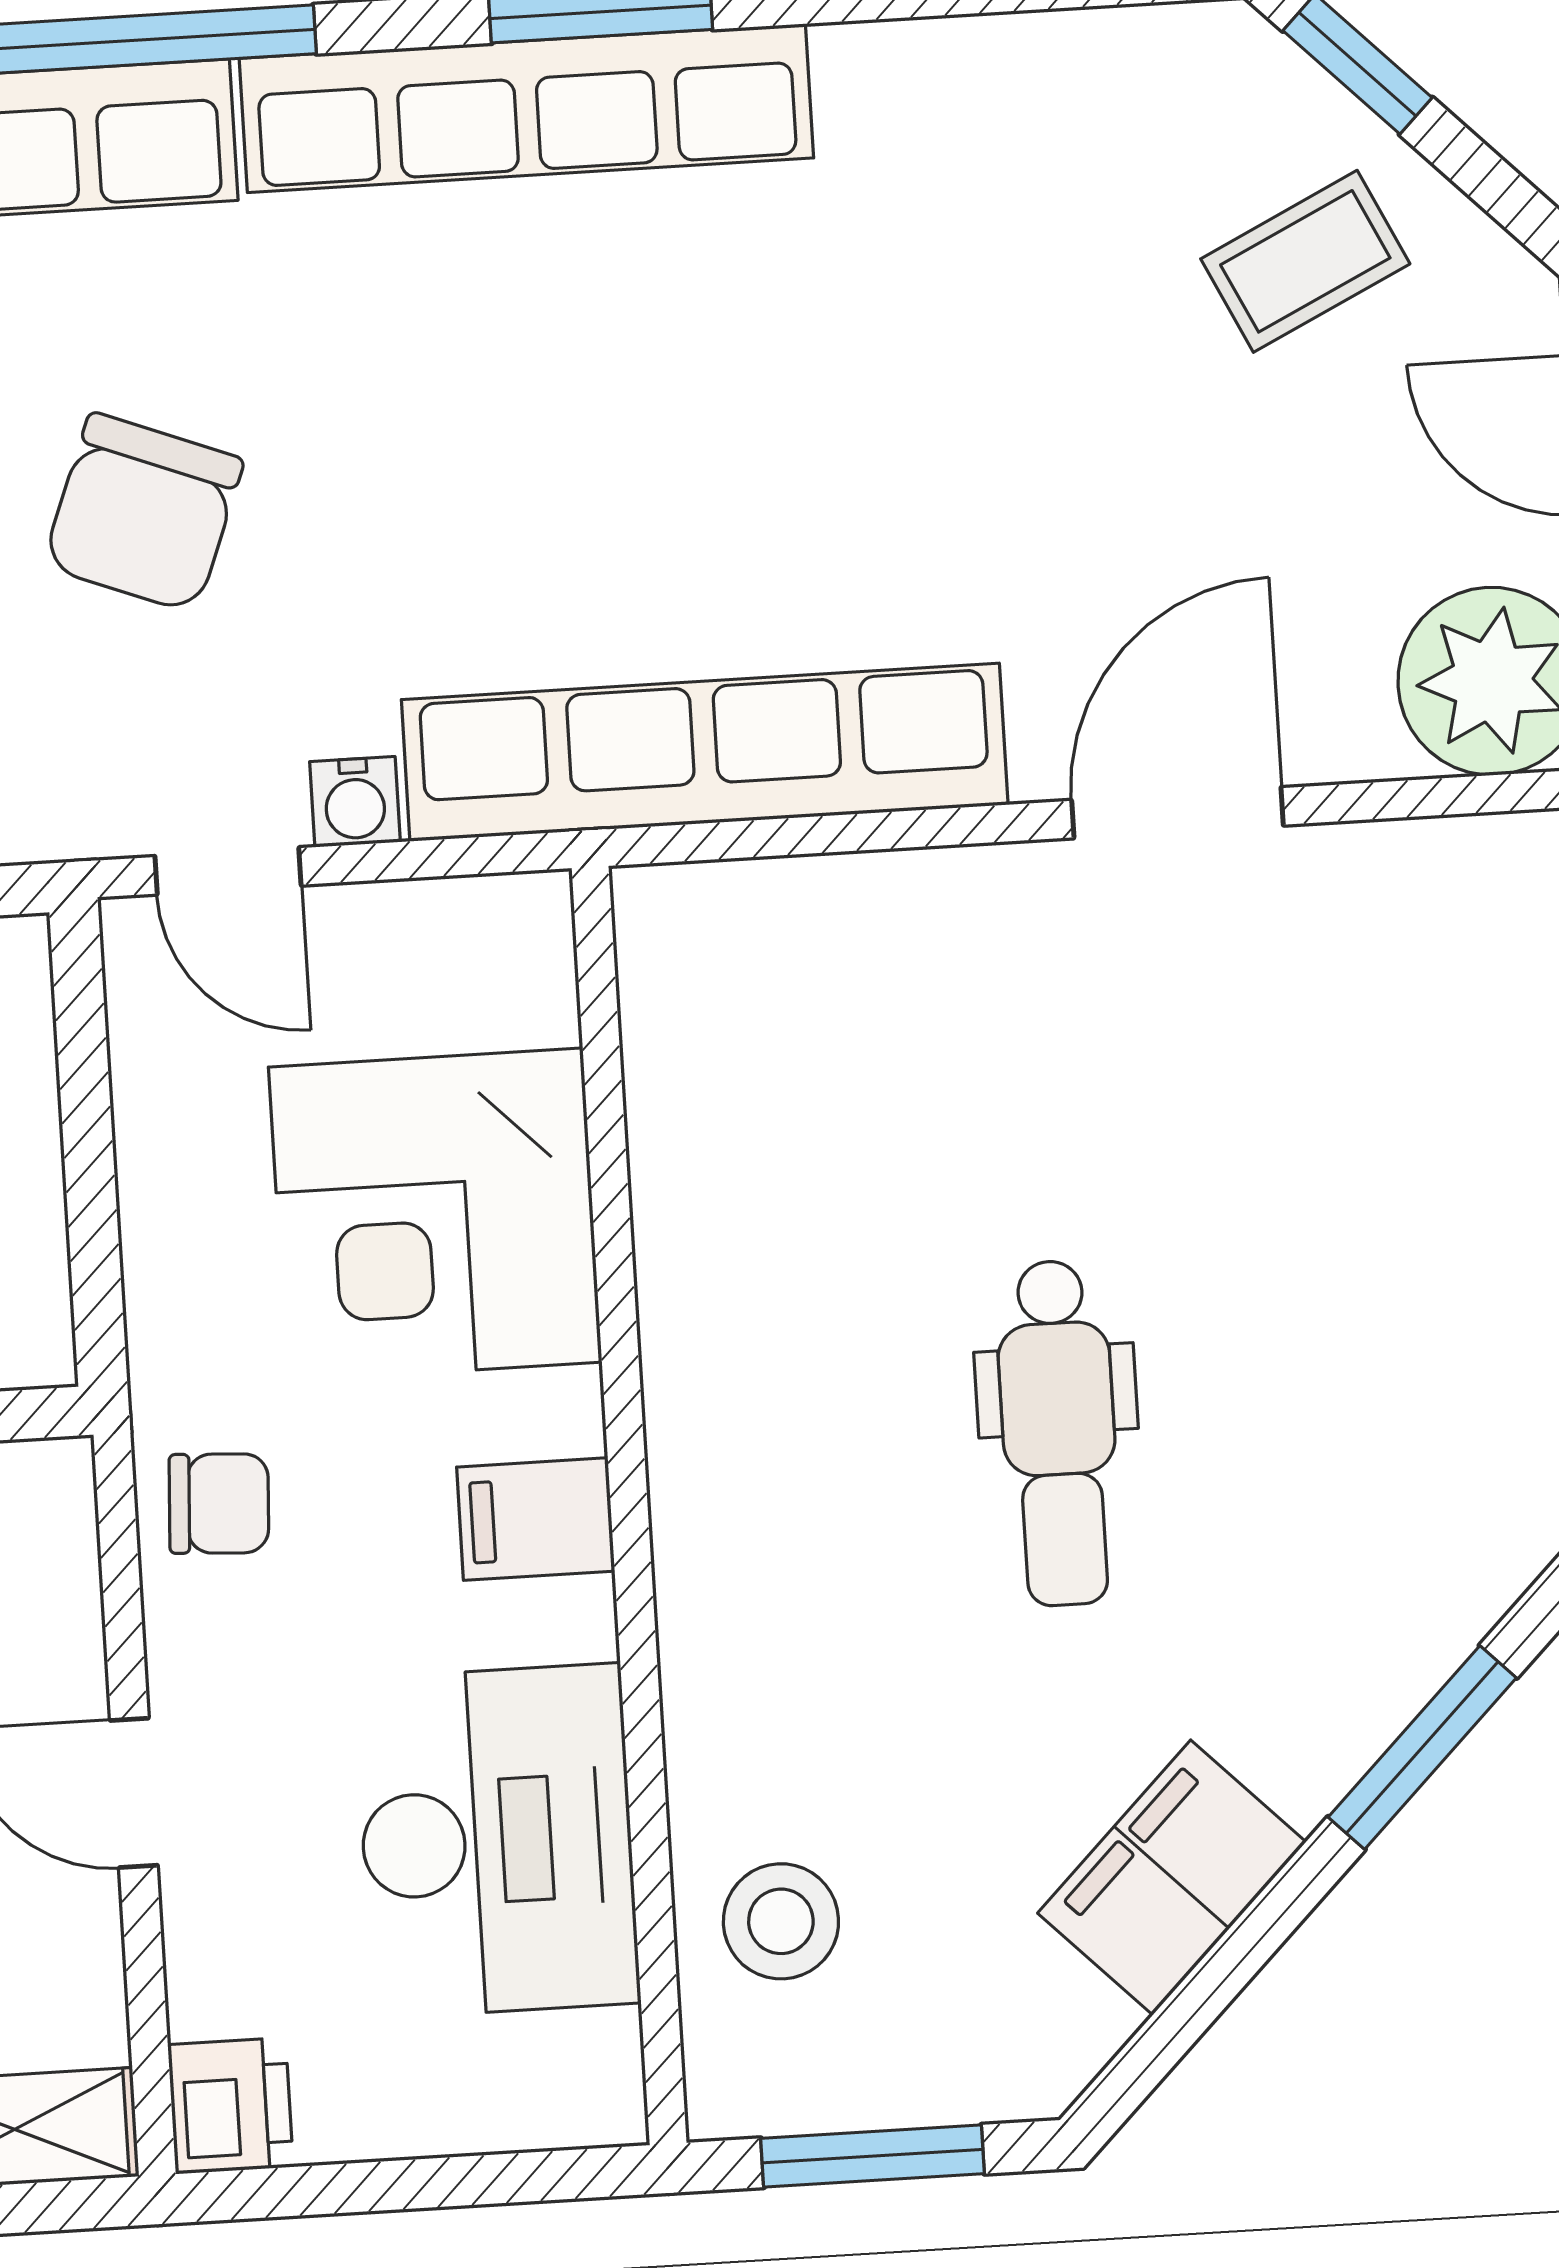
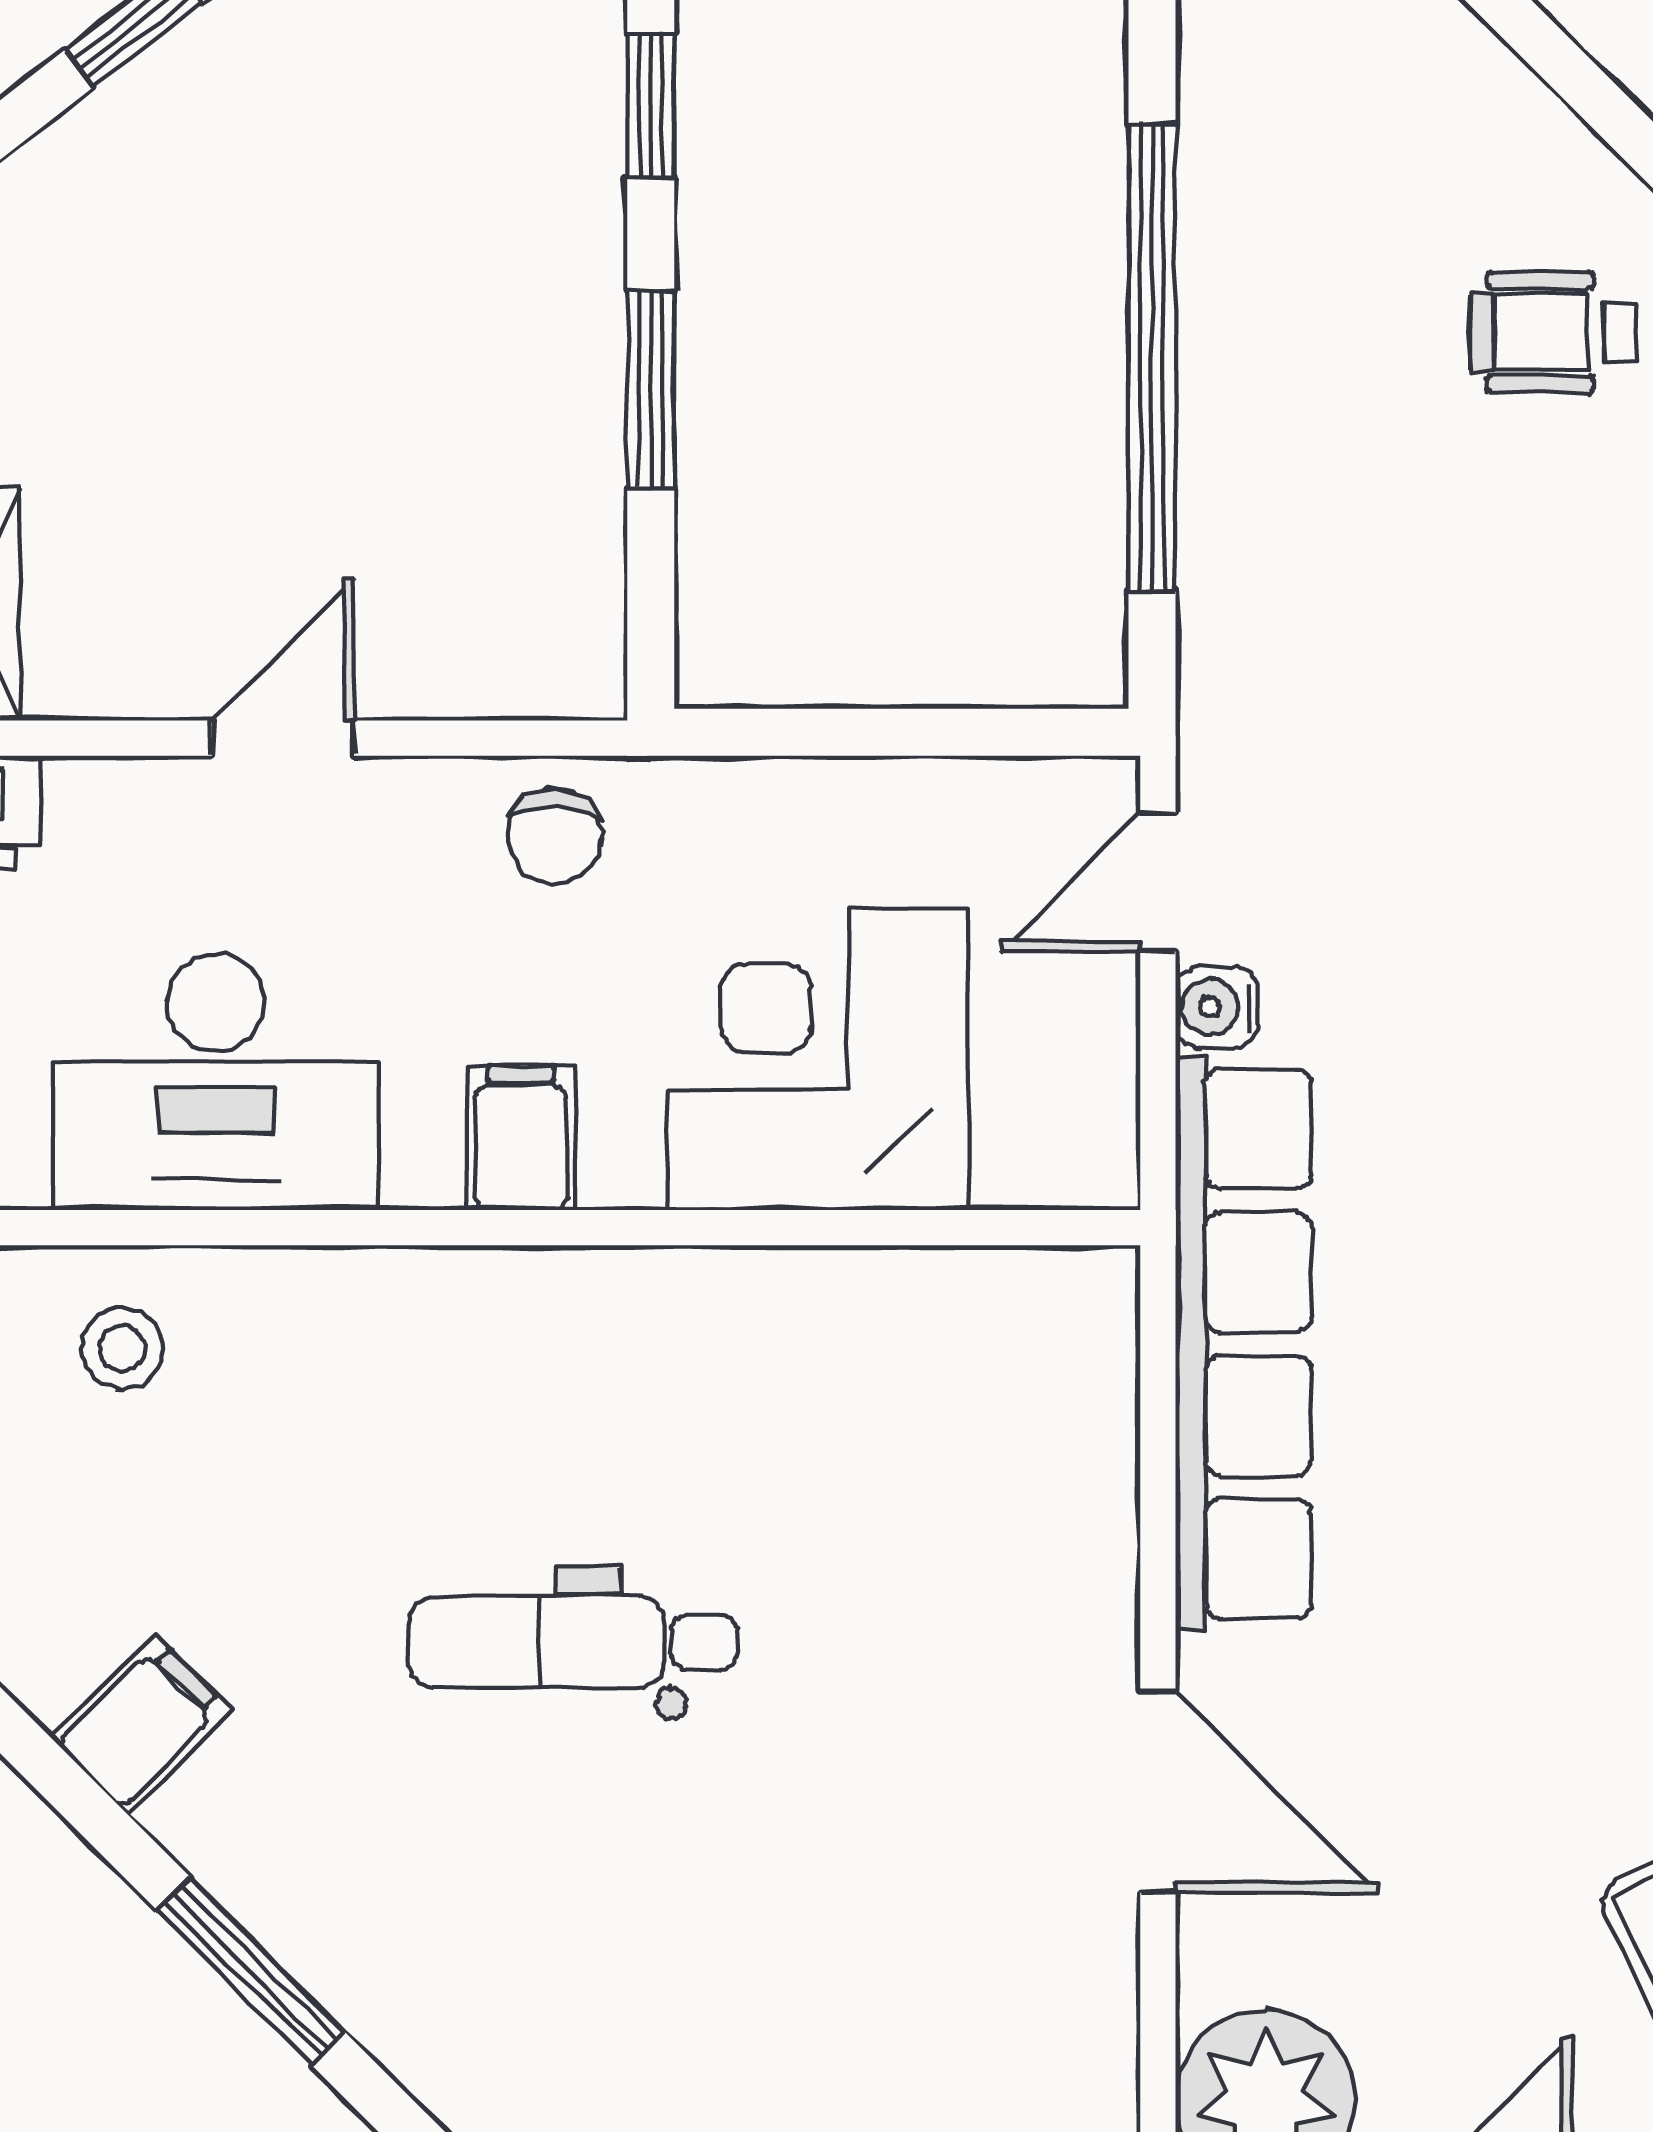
chair: (143, 513) -> (1505, 822), removed
filing cabinet: (1172, 1878) -> (141, 1724), width x0.50
stool: (781, 1921) -> (122, 1348), width x0.73, depth x0.73

